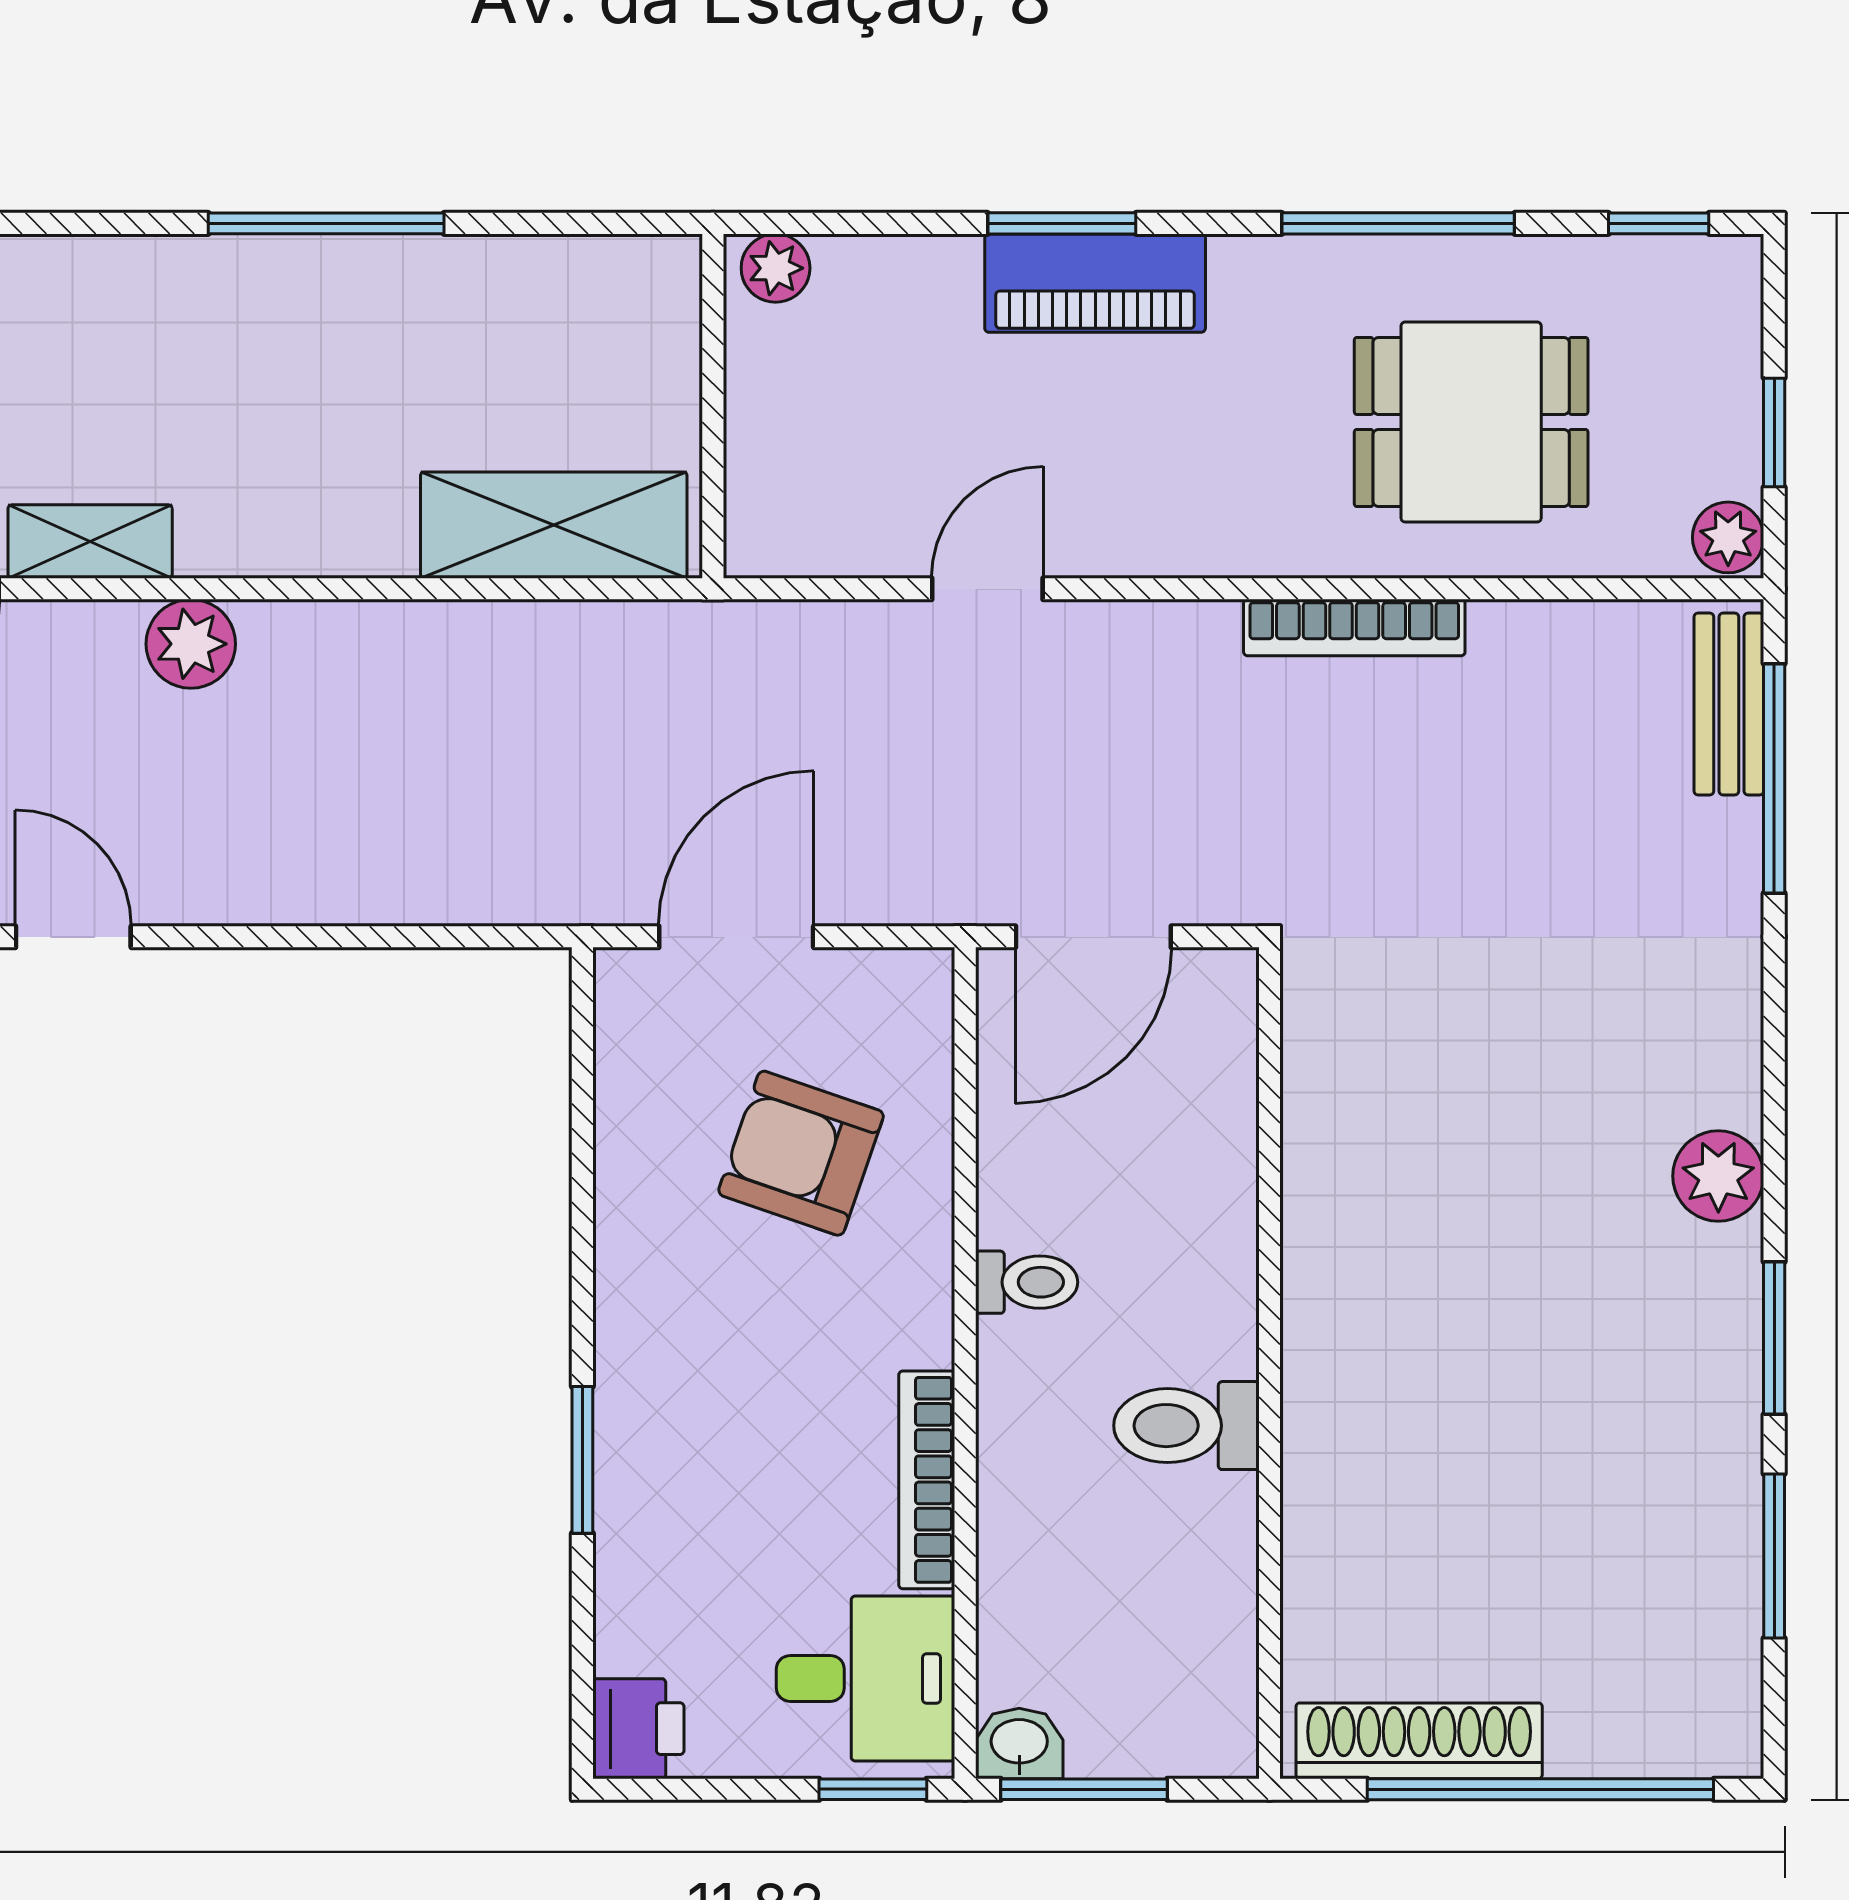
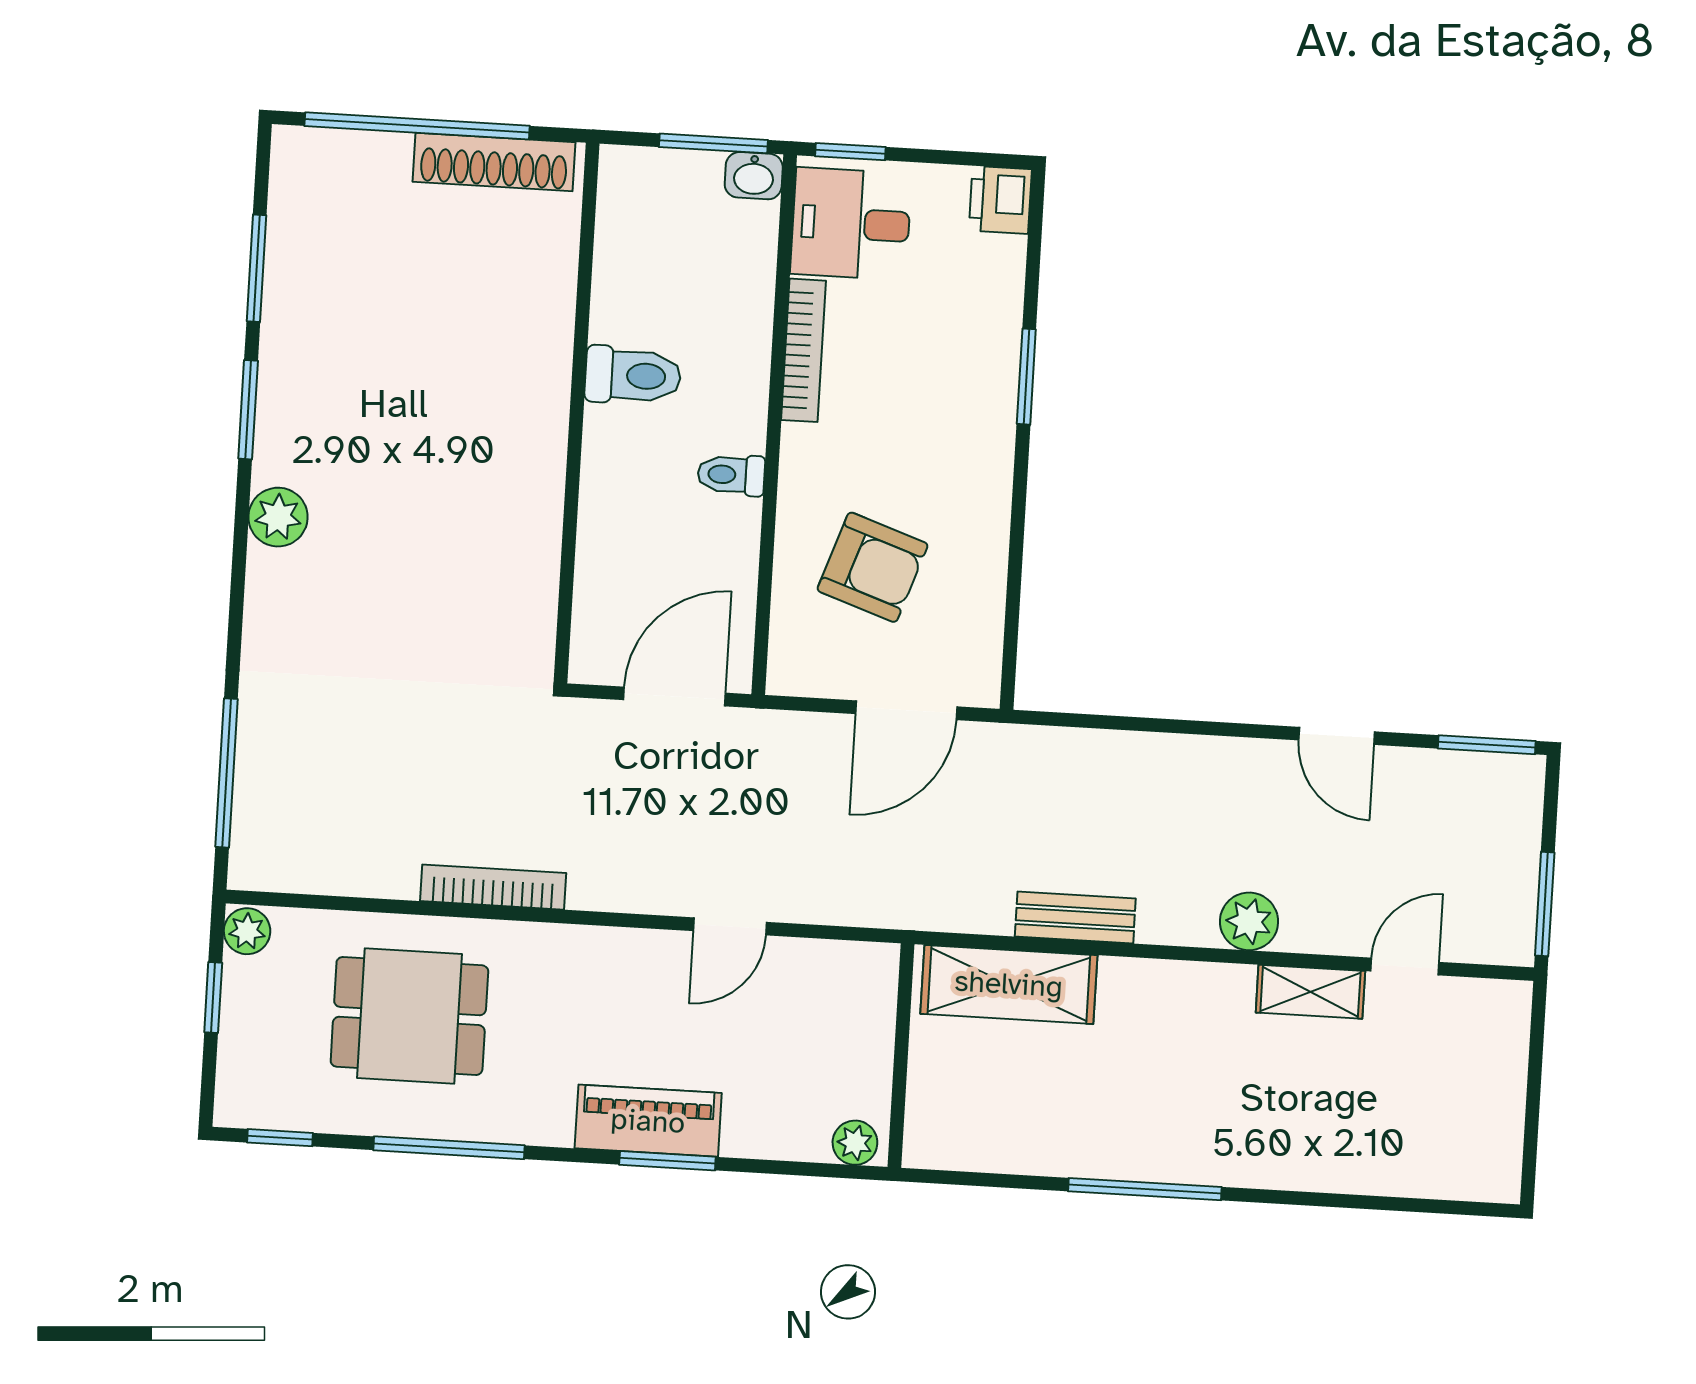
bench: (1729, 704) -> (1075, 918), moved, turned 90

